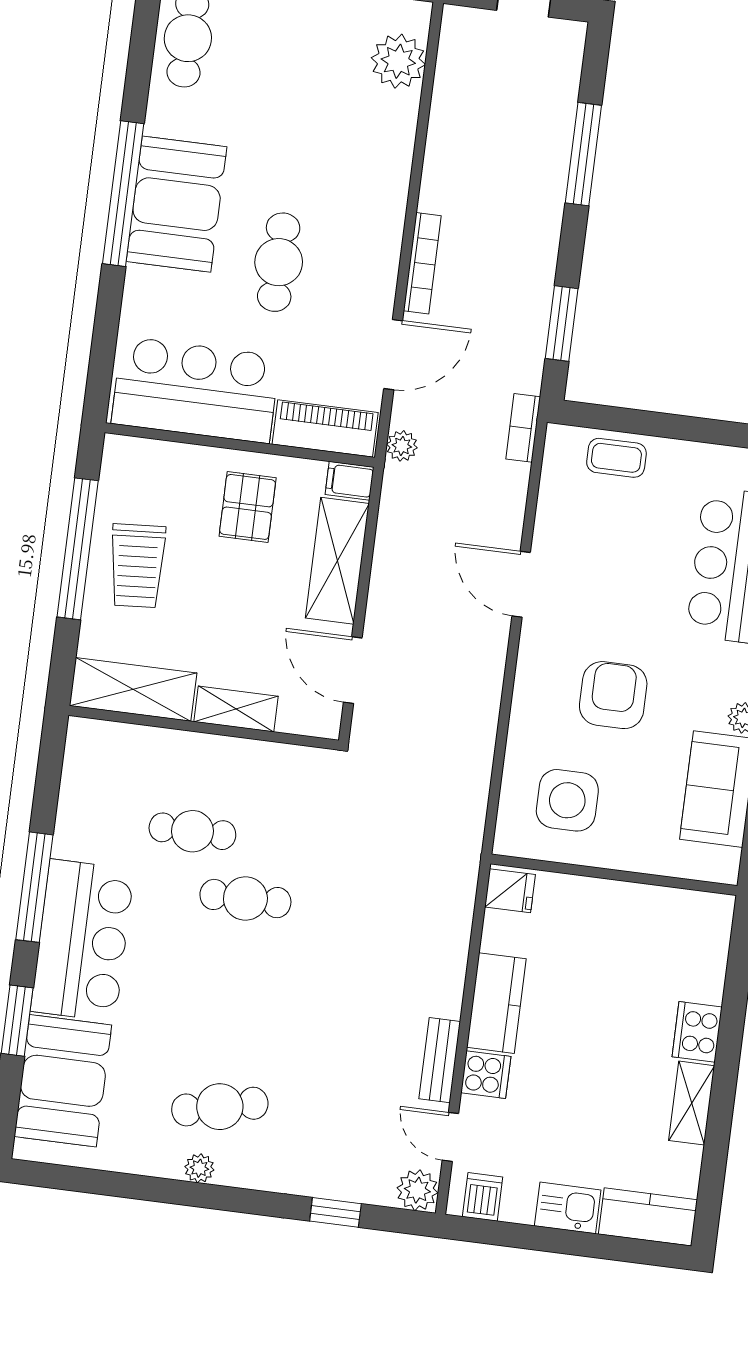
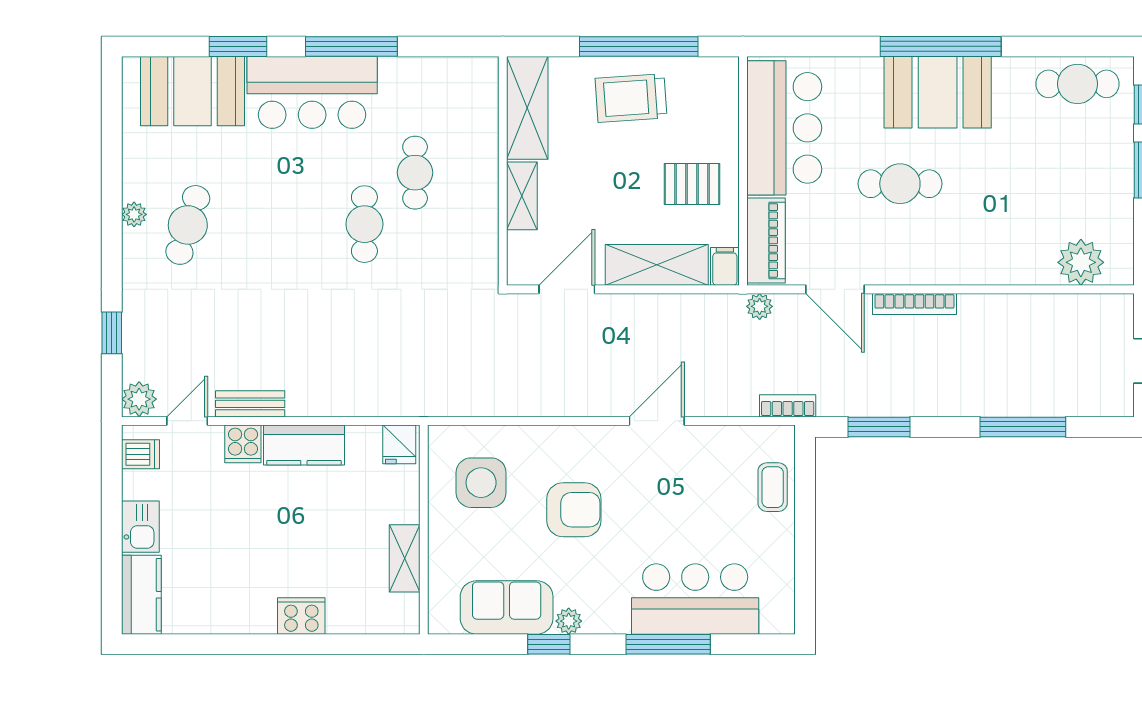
shelving: (692, 1103) -> (405, 558), moved, turned 90
cafe table: (220, 1107) -> (188, 225), turned 30

